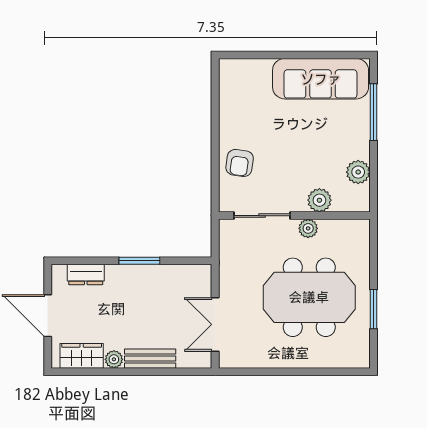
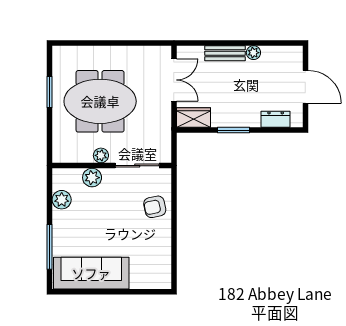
armchair: (240, 163) -> (155, 207), turned -110
wardrobe: (82, 356) -> (194, 118), moved, turned 180

